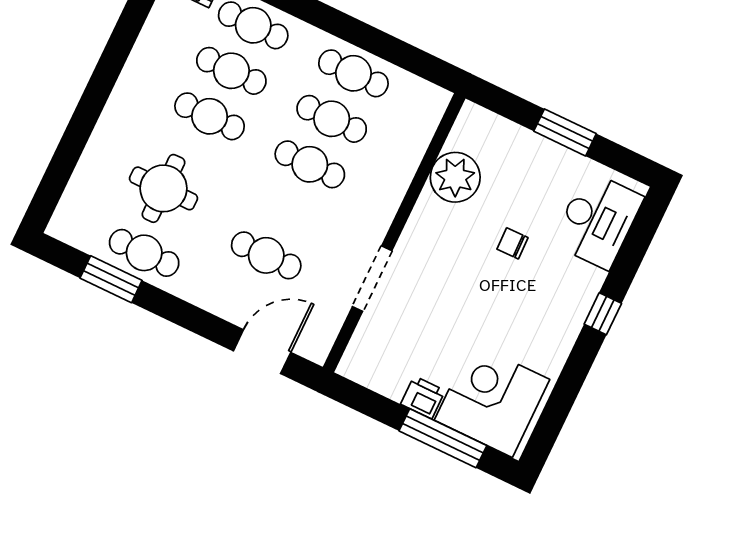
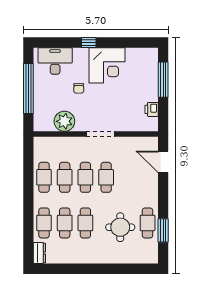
window: (565, 132) -> (28, 89), width x2.11
cafe table: (266, 255) -> (106, 177), moved
doorway: (372, 279) -> (100, 134), moved
printer: (423, 397) -> (152, 109), moved
corner desk: (492, 400) -> (107, 65), moved, turned -90

